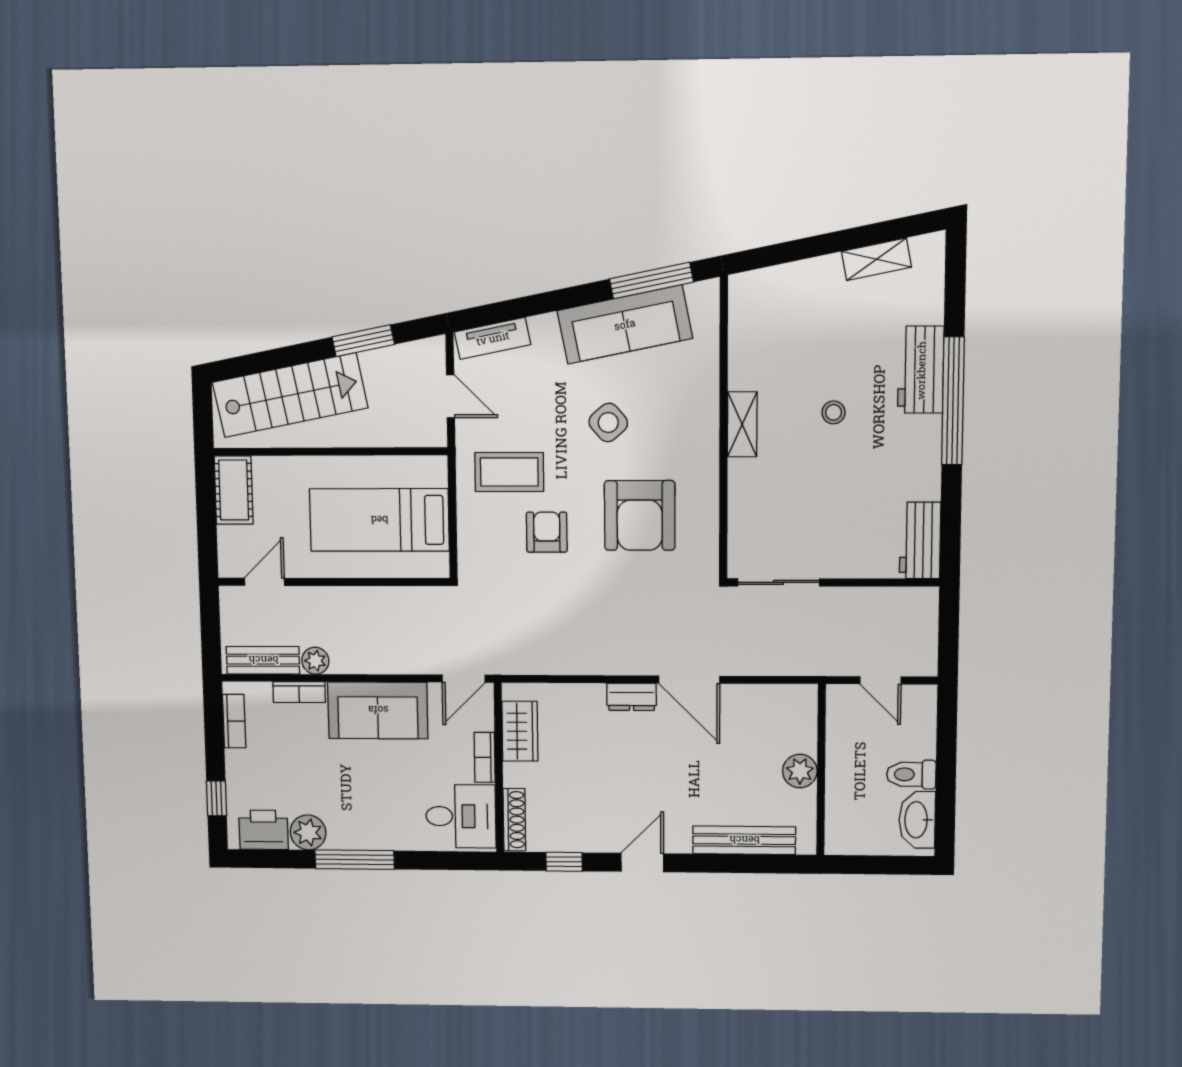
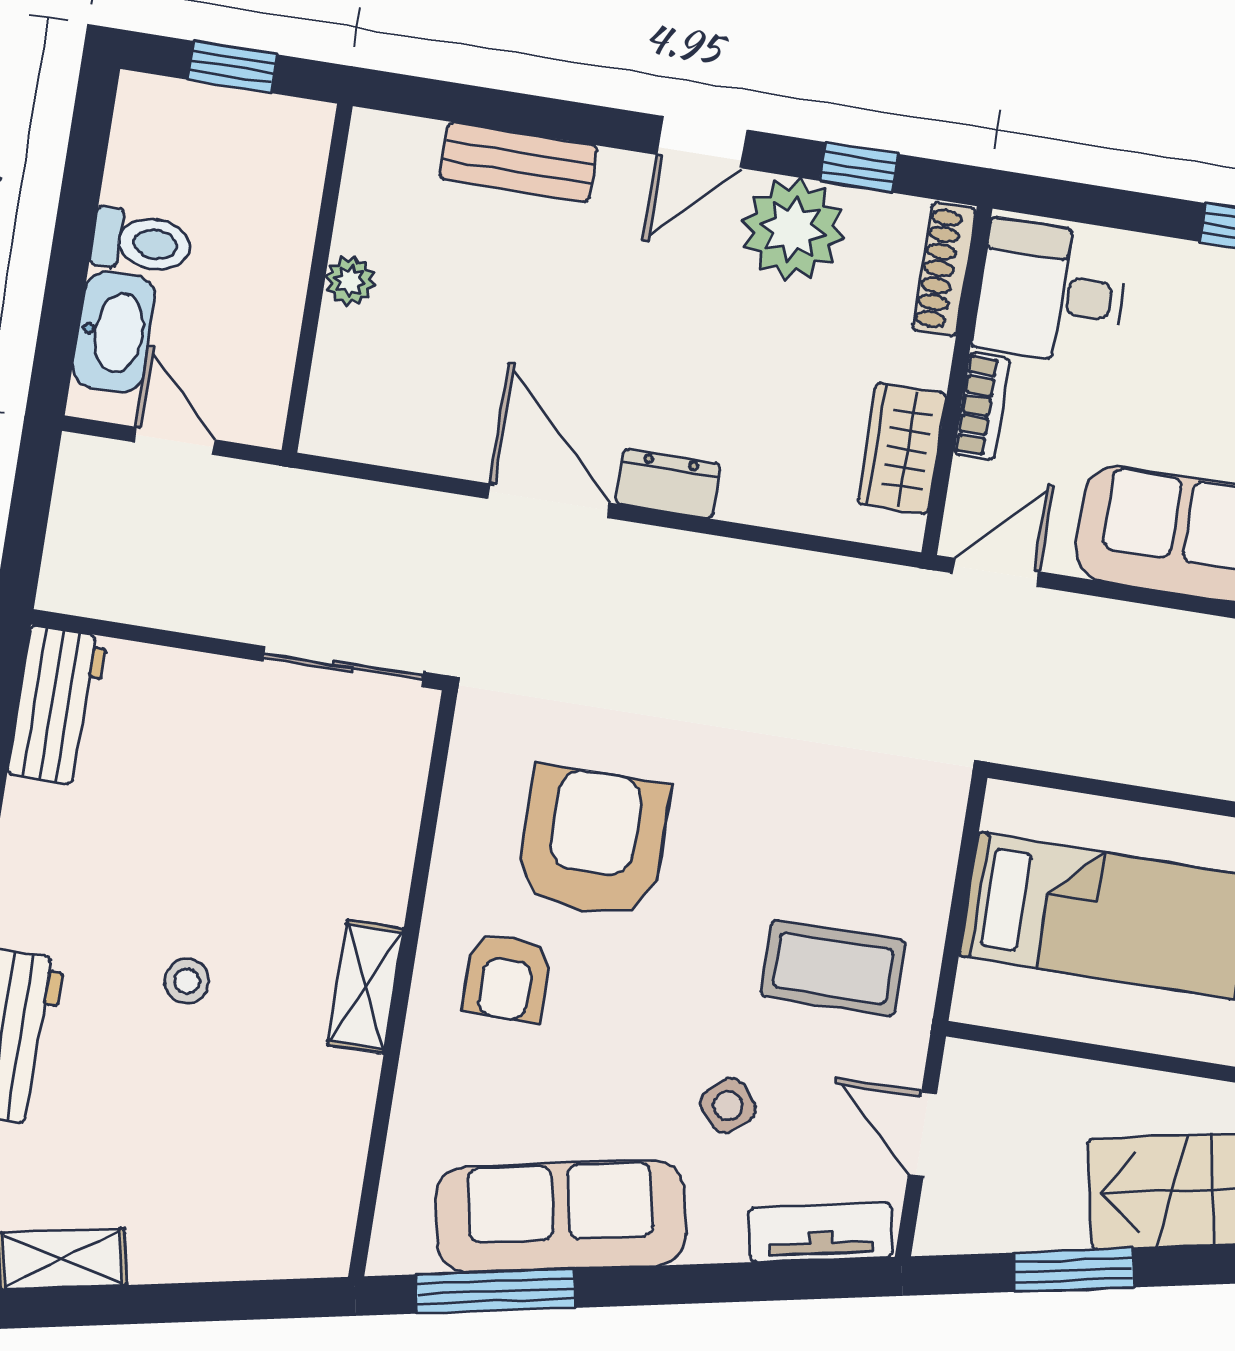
side table: (608, 423) -> (728, 1106), moved, width x0.73, depth x0.73
armchair: (547, 532) -> (507, 978), moved
plant: (800, 771) -> (350, 281), width x0.73, depth x0.73
washbasin: (917, 820) -> (114, 332), moved
plant: (591, 828) -> (793, 229), added
bench: (744, 840) -> (519, 162), width x0.73
window: (878, 865) -> (233, 67), added

